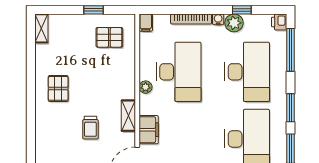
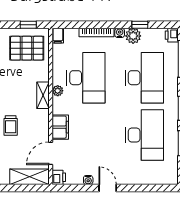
window: (93, 10) -> (28, 25), moved
pallet: (109, 37) -> (27, 48), width x1.50, depth x1.42
shelving: (128, 116) -> (43, 95), moved

